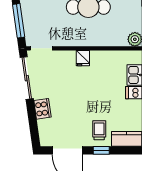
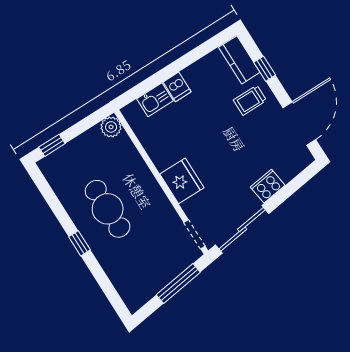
fridge: (83, 58) -> (182, 181), width x1.88, depth x1.34
window: (101, 150) -> (265, 69), moved

